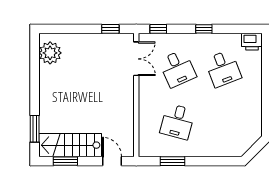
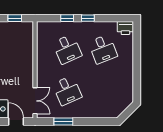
window: (158, 29) -> (67, 18), moved
double door: (136, 59) -> (35, 101), moved
desk: (177, 122) -> (67, 90), turned -39

